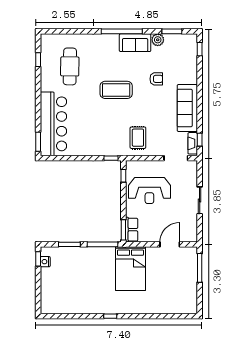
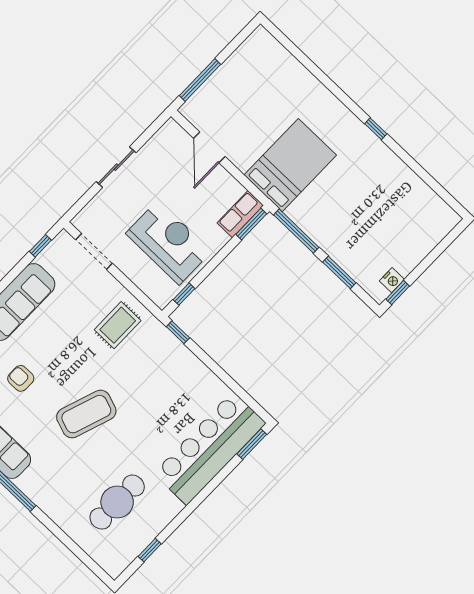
coffee table: (116, 90) -> (86, 414), turned -71
fireplace: (193, 143) -> (54, 250), removed
door: (170, 244) -> (209, 147), hinge flipped

